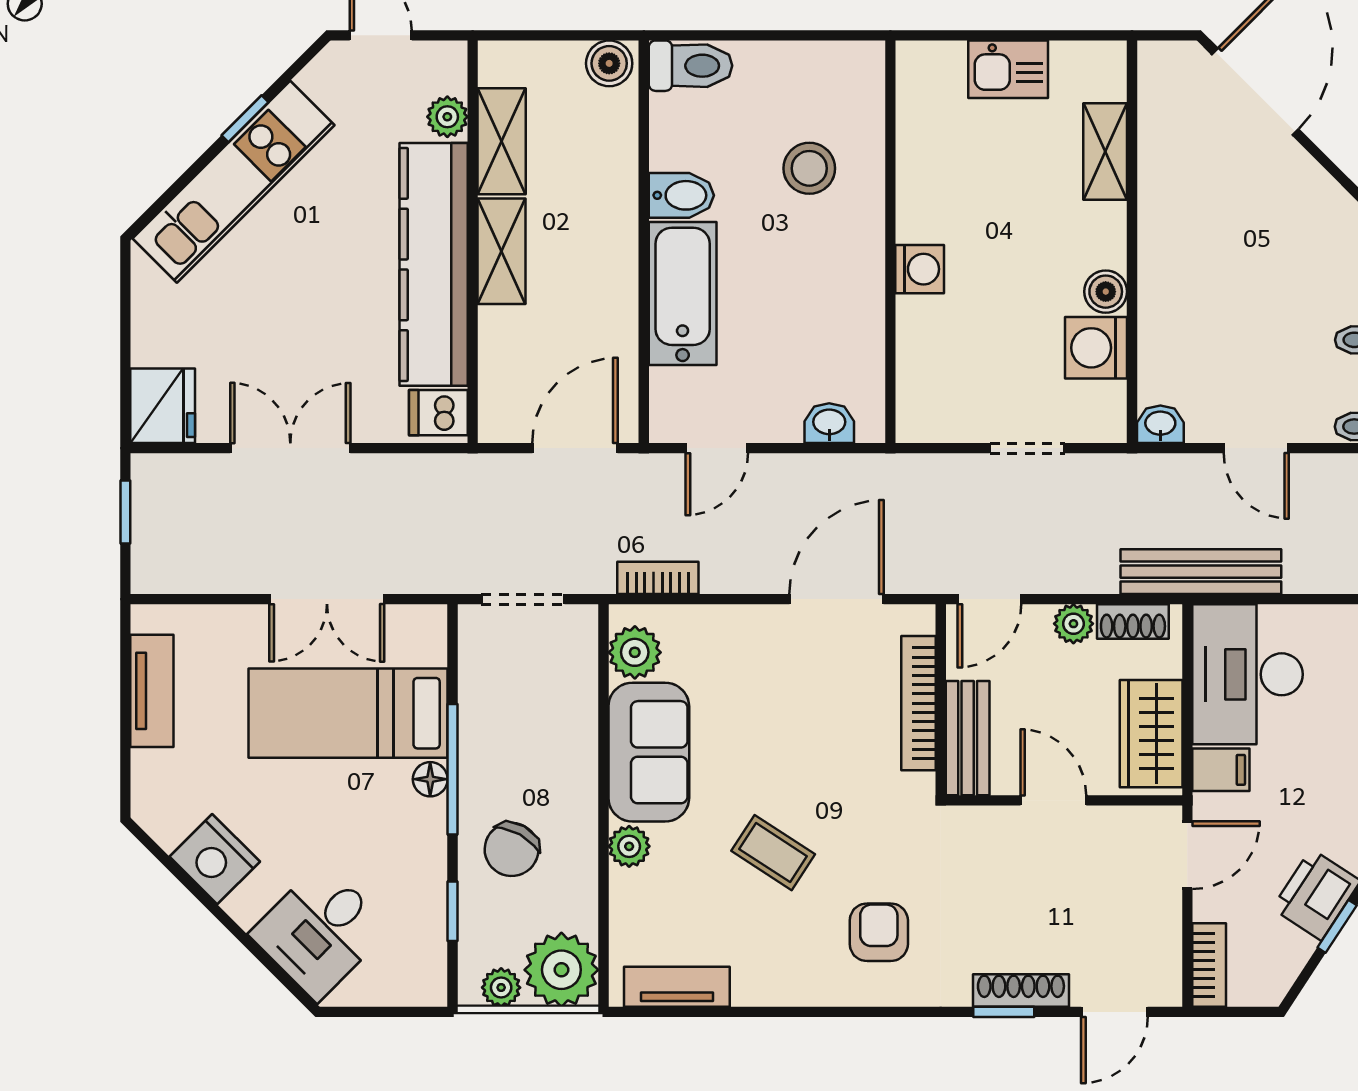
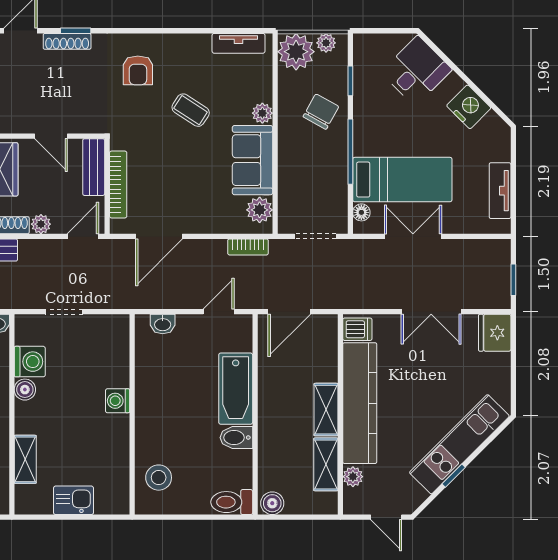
stool: (809, 168) -> (159, 478), moved
floor lamp: (430, 779) -> (361, 212), moved

